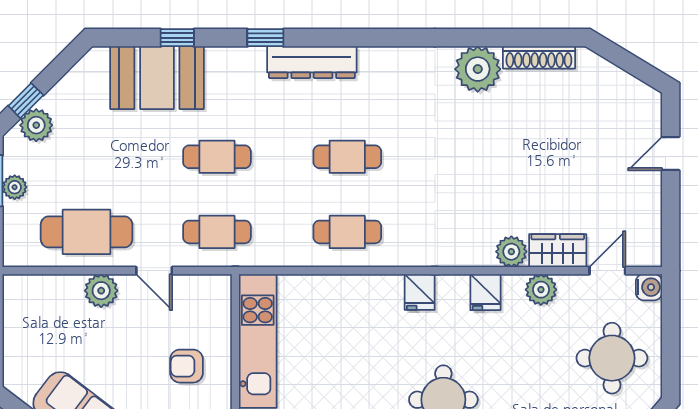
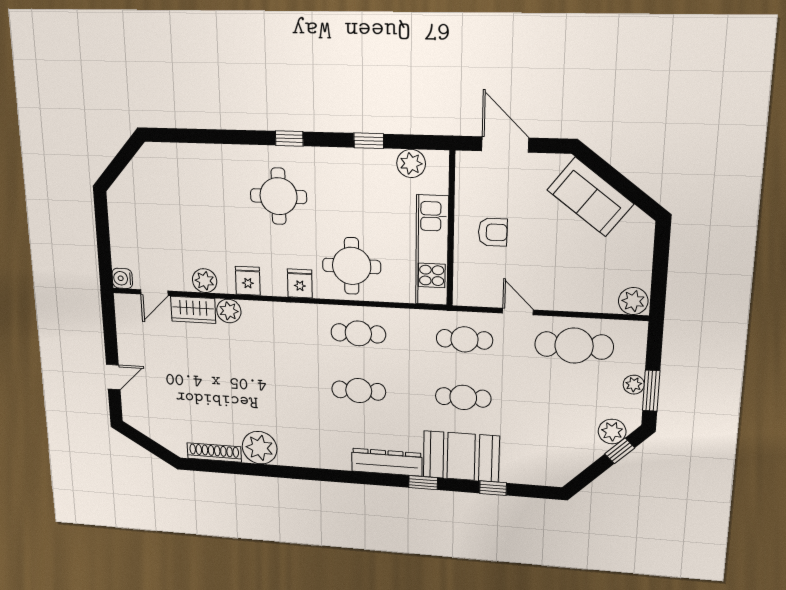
booth: (157, 78) -> (461, 456), moved
plant: (101, 291) -> (633, 301), moved
round table: (612, 358) -> (352, 266), moved

